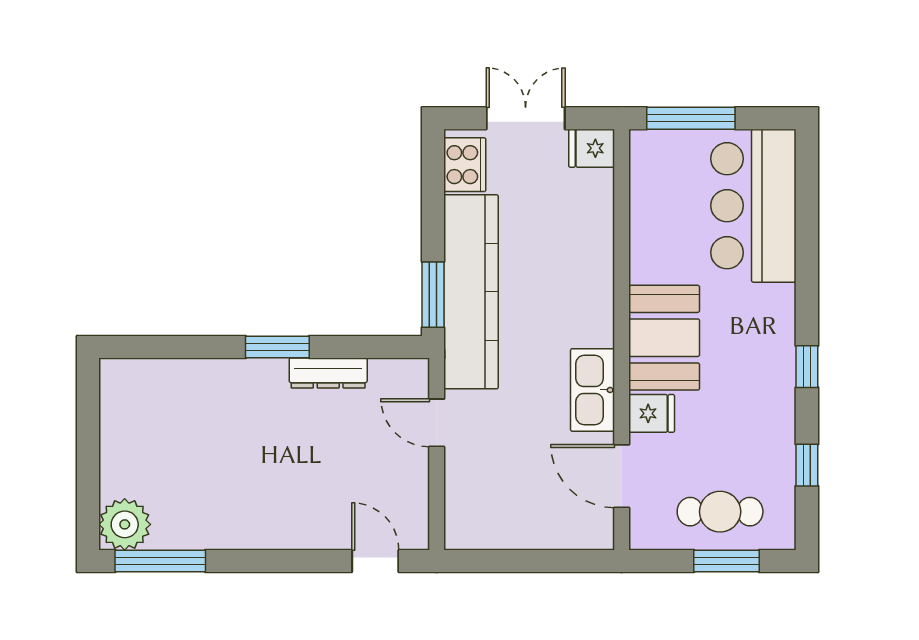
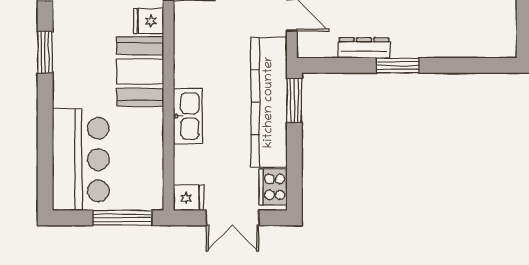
window: (807, 367) -> (45, 52), width x1.50
kitchen sink: (593, 390) -> (188, 116), moved

